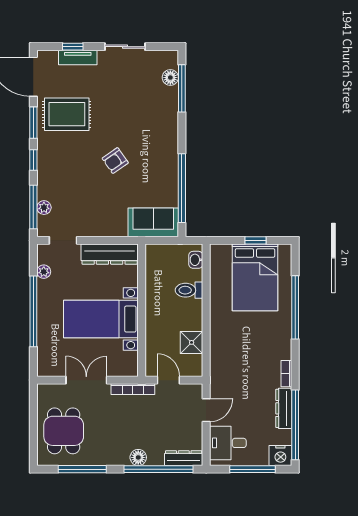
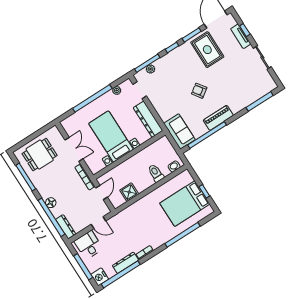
floor lamp: (170, 78) -> (261, 92), removed
piano: (168, 158) -> (218, 118), added

